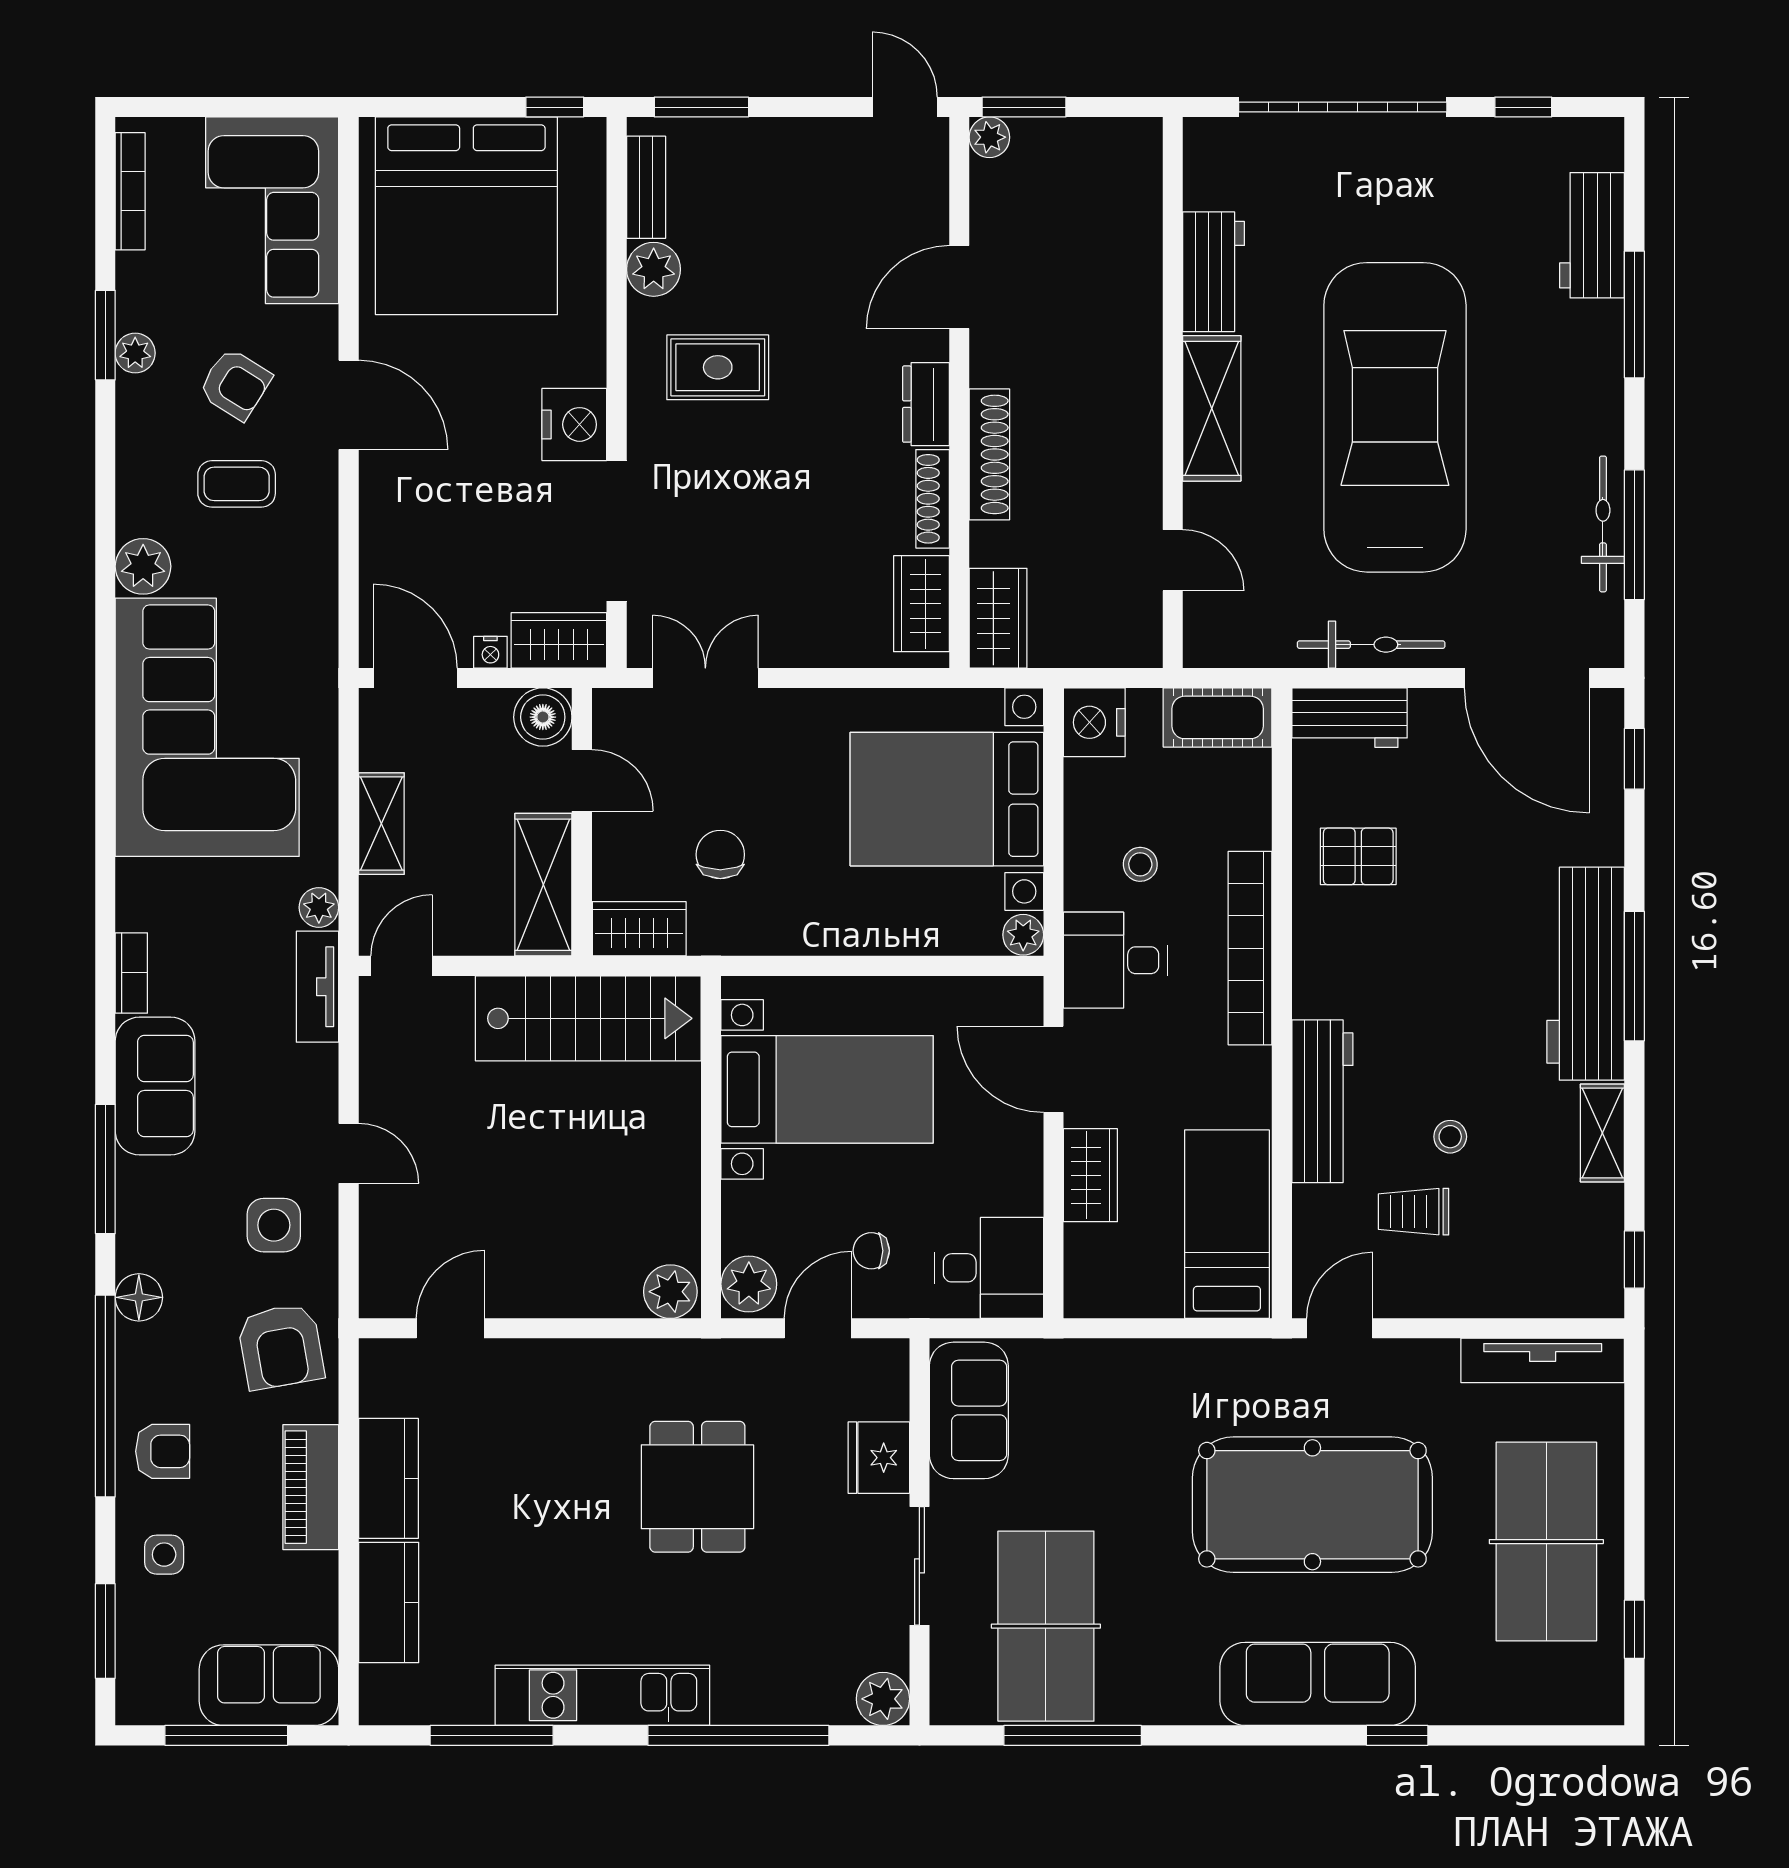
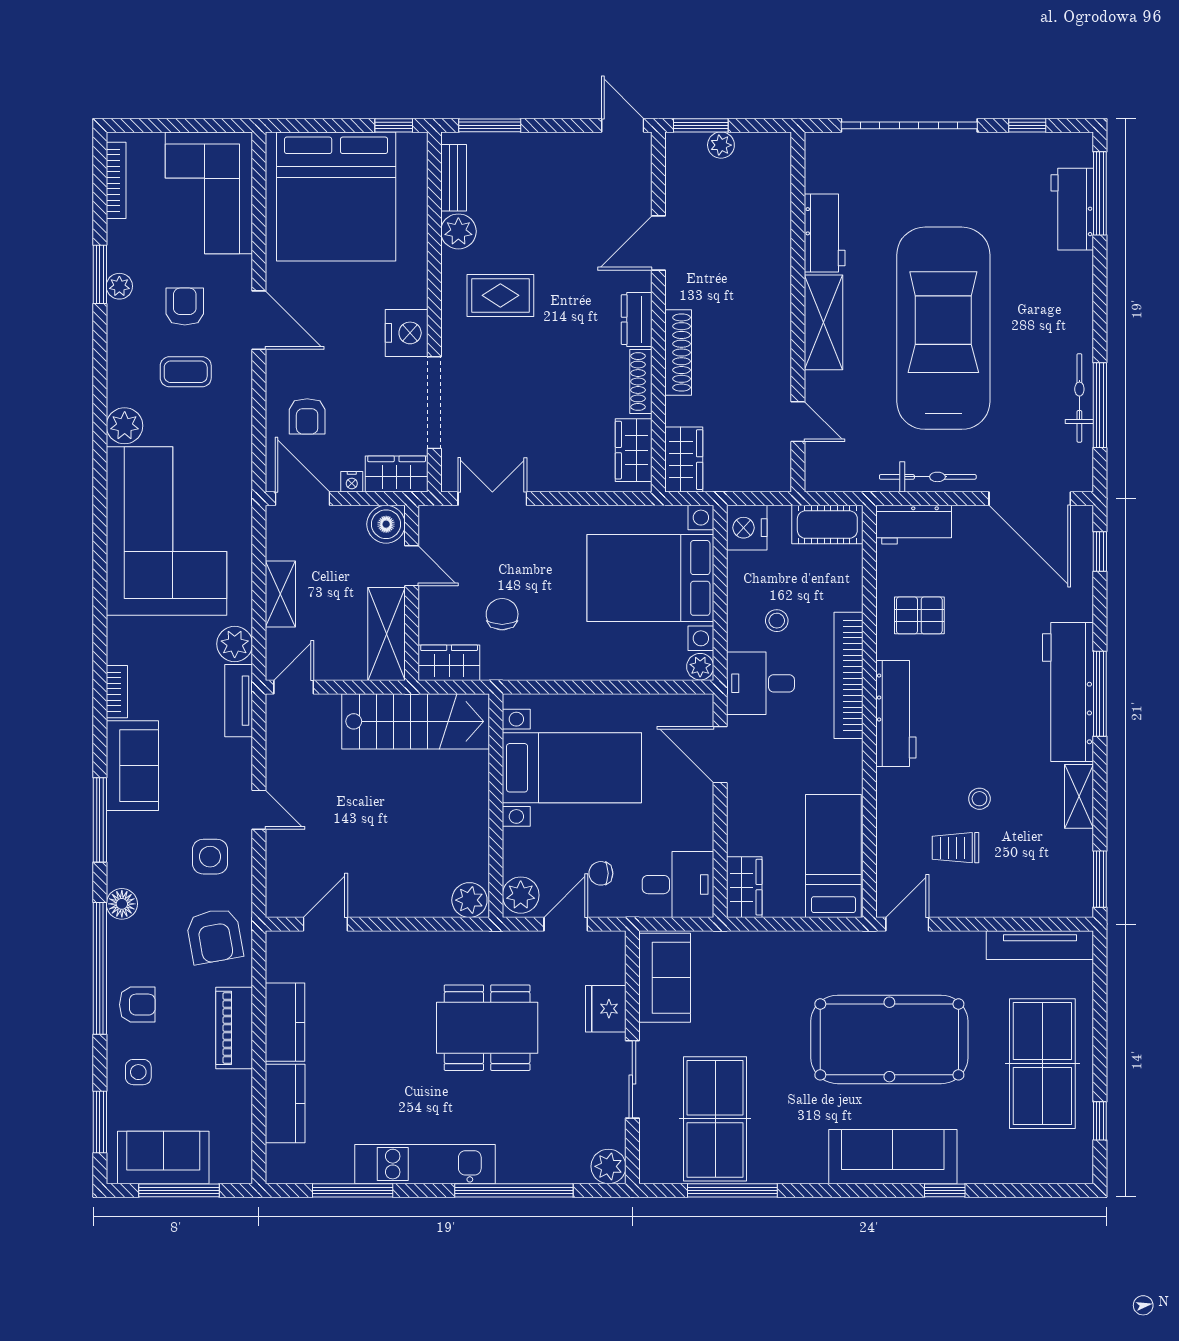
plant: (989, 137) -> (721, 145), moved
window: (1634, 315) -> (1100, 193), moved
armchair: (235, 384) -> (185, 306), turned -122
armchair: (422, 552) -> (307, 416), added
plant: (319, 907) -> (235, 644), width x1.38, depth x1.38
workbench: (1322, 1101) -> (896, 713), moved
wardrobe: (1090, 1175) -> (744, 887), moved
window: (1634, 1260) -> (1100, 879), width x1.50
dining table: (697, 1487) -> (487, 1028), width x1.38
sofa: (269, 1685) -> (163, 1157), moved

